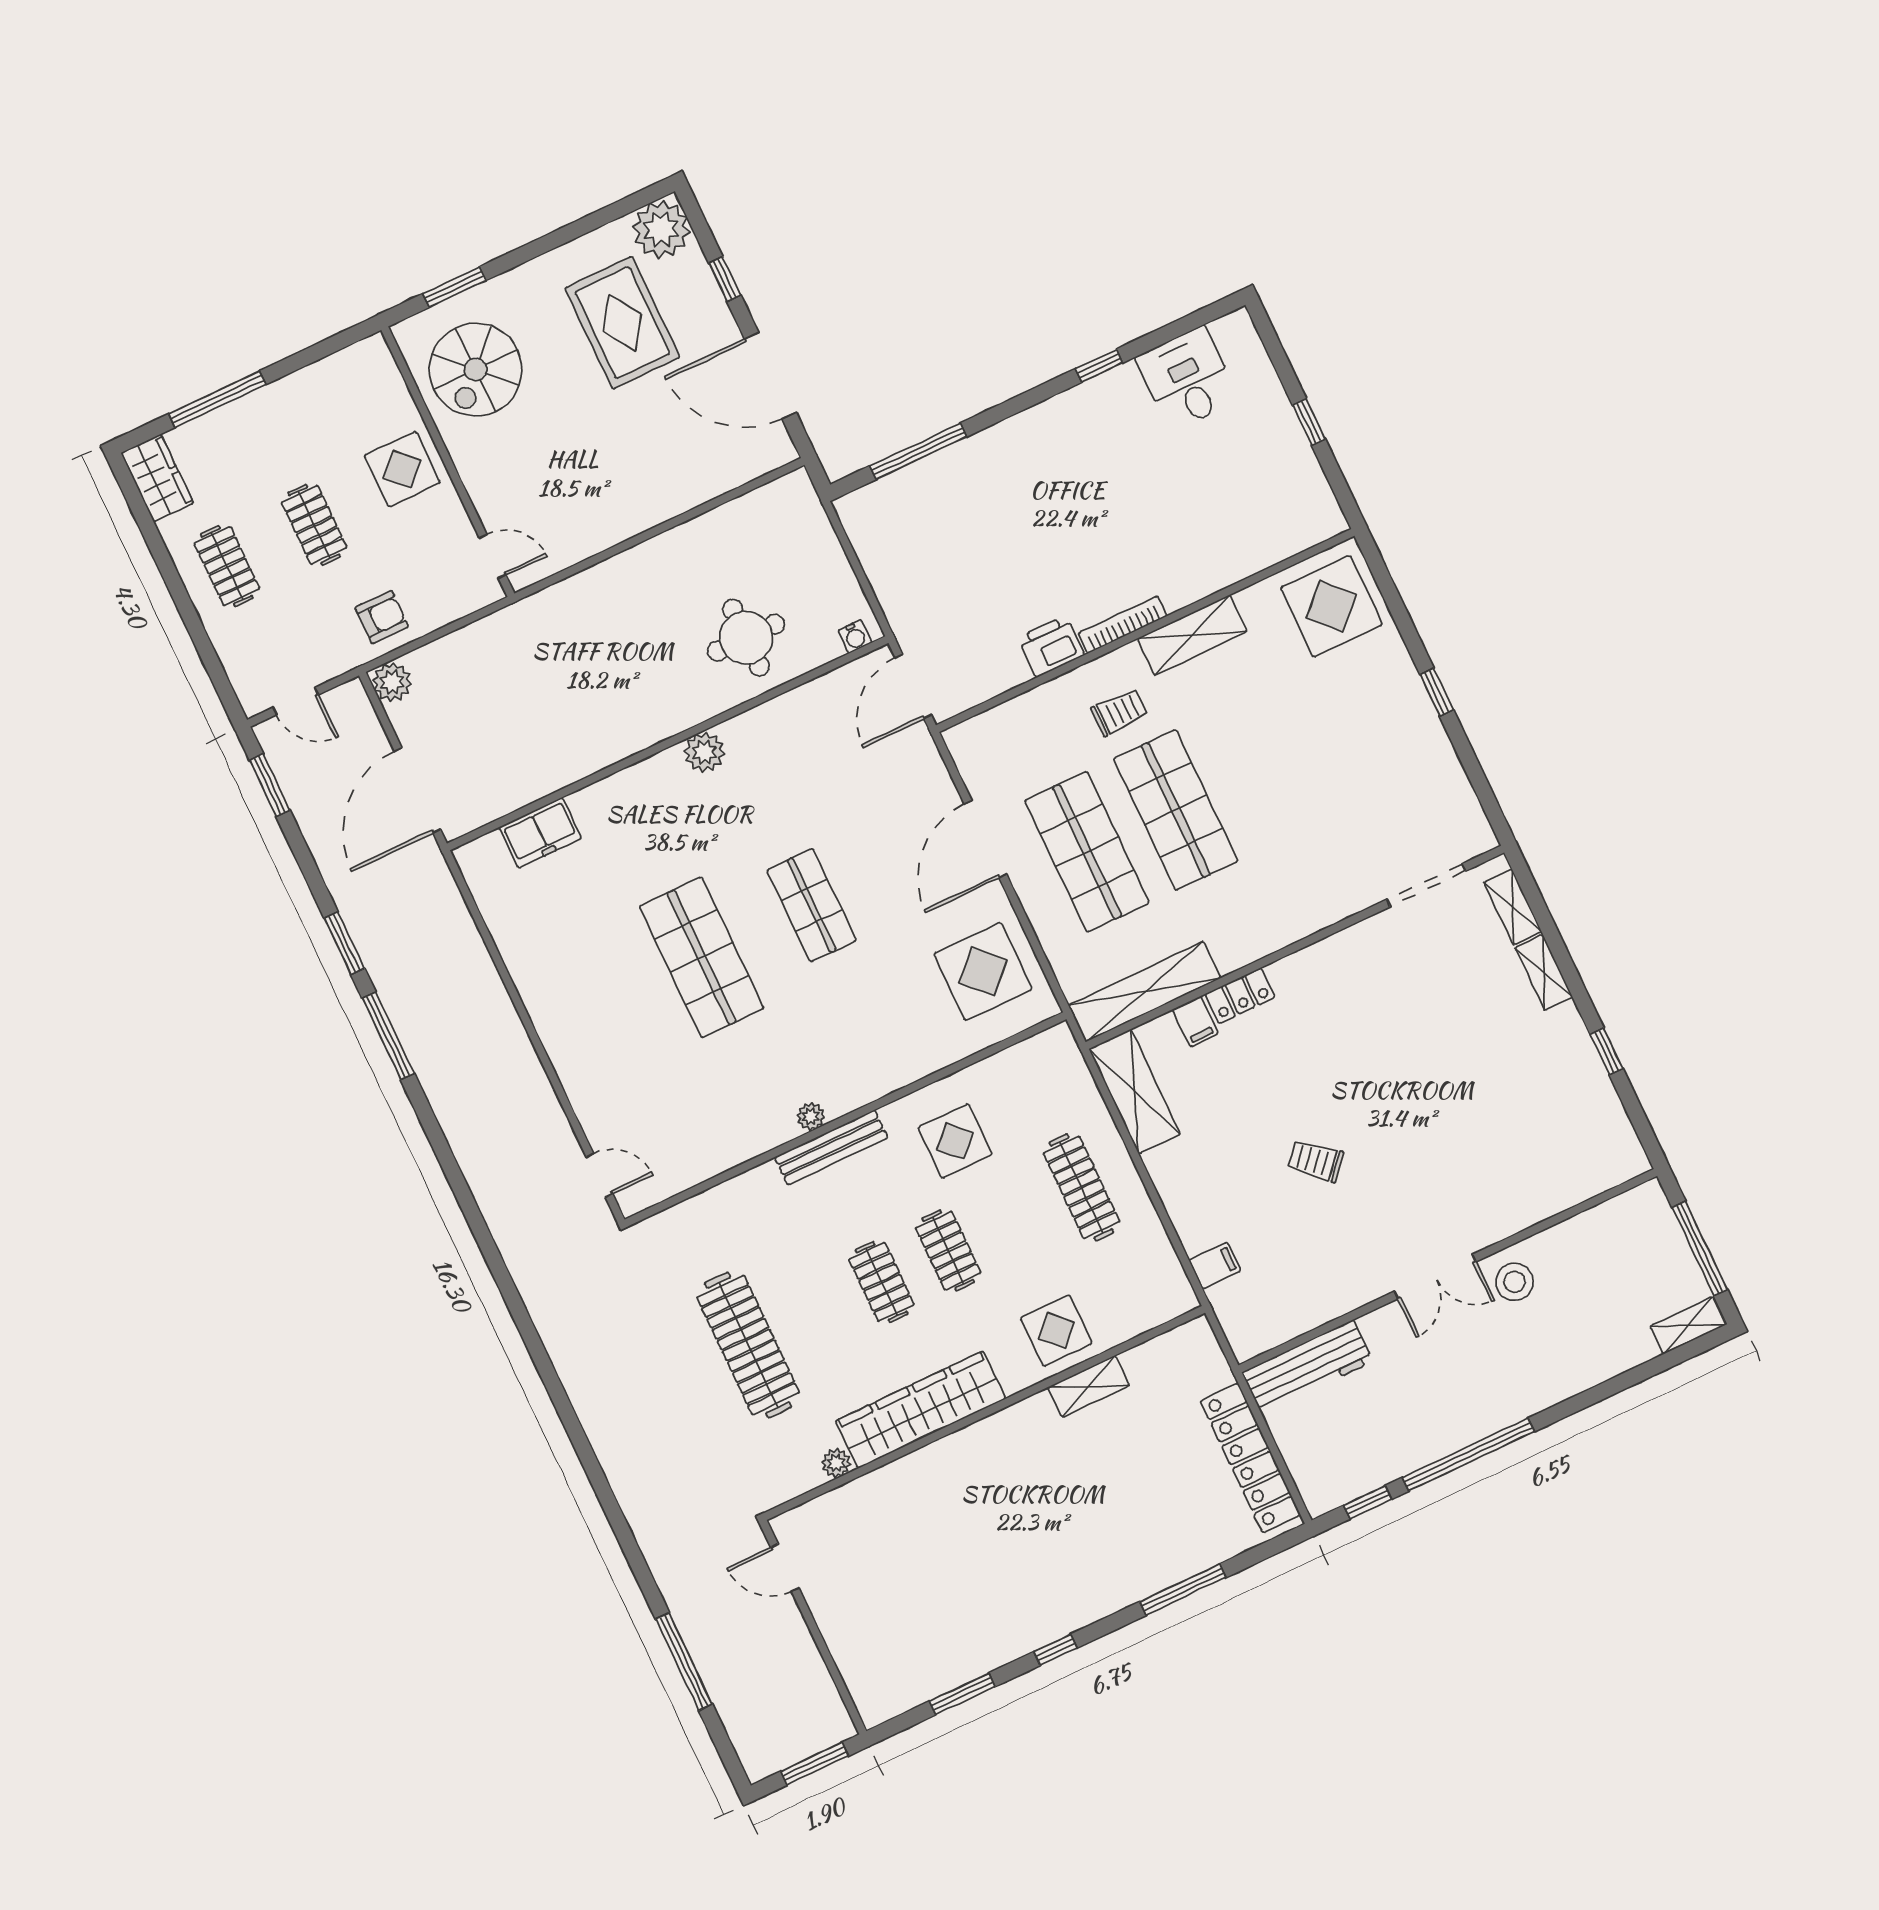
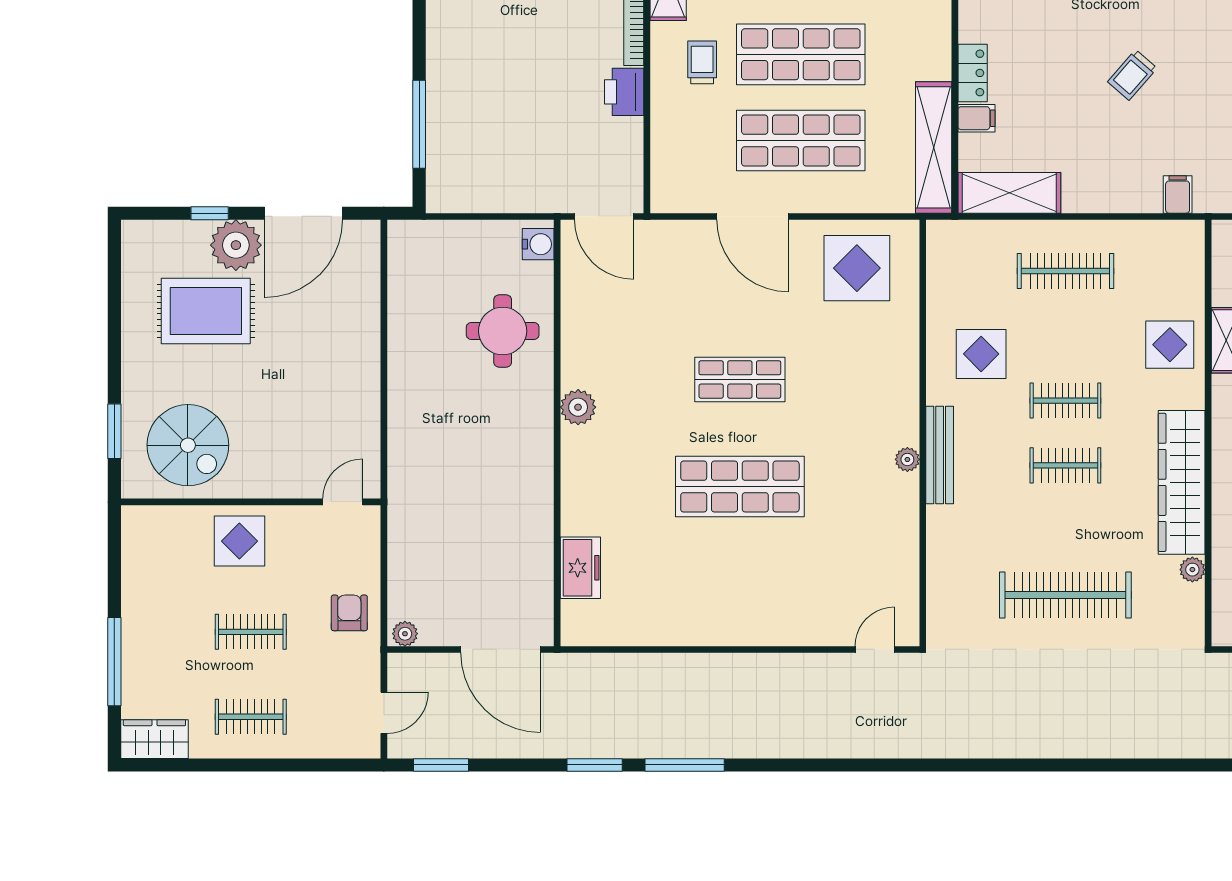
plant: (661, 229) -> (236, 245), moved
water cooler: (855, 636) -> (538, 244), width x1.38, depth x1.38
plant: (392, 682) -> (405, 634), width x0.73, depth x0.73

